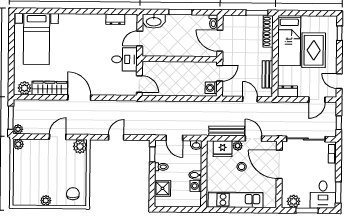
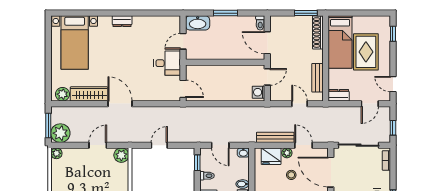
dresser: (115, 19) -> (122, 21), moved
plant: (18, 129) -> (60, 133), width x1.87, depth x1.87

